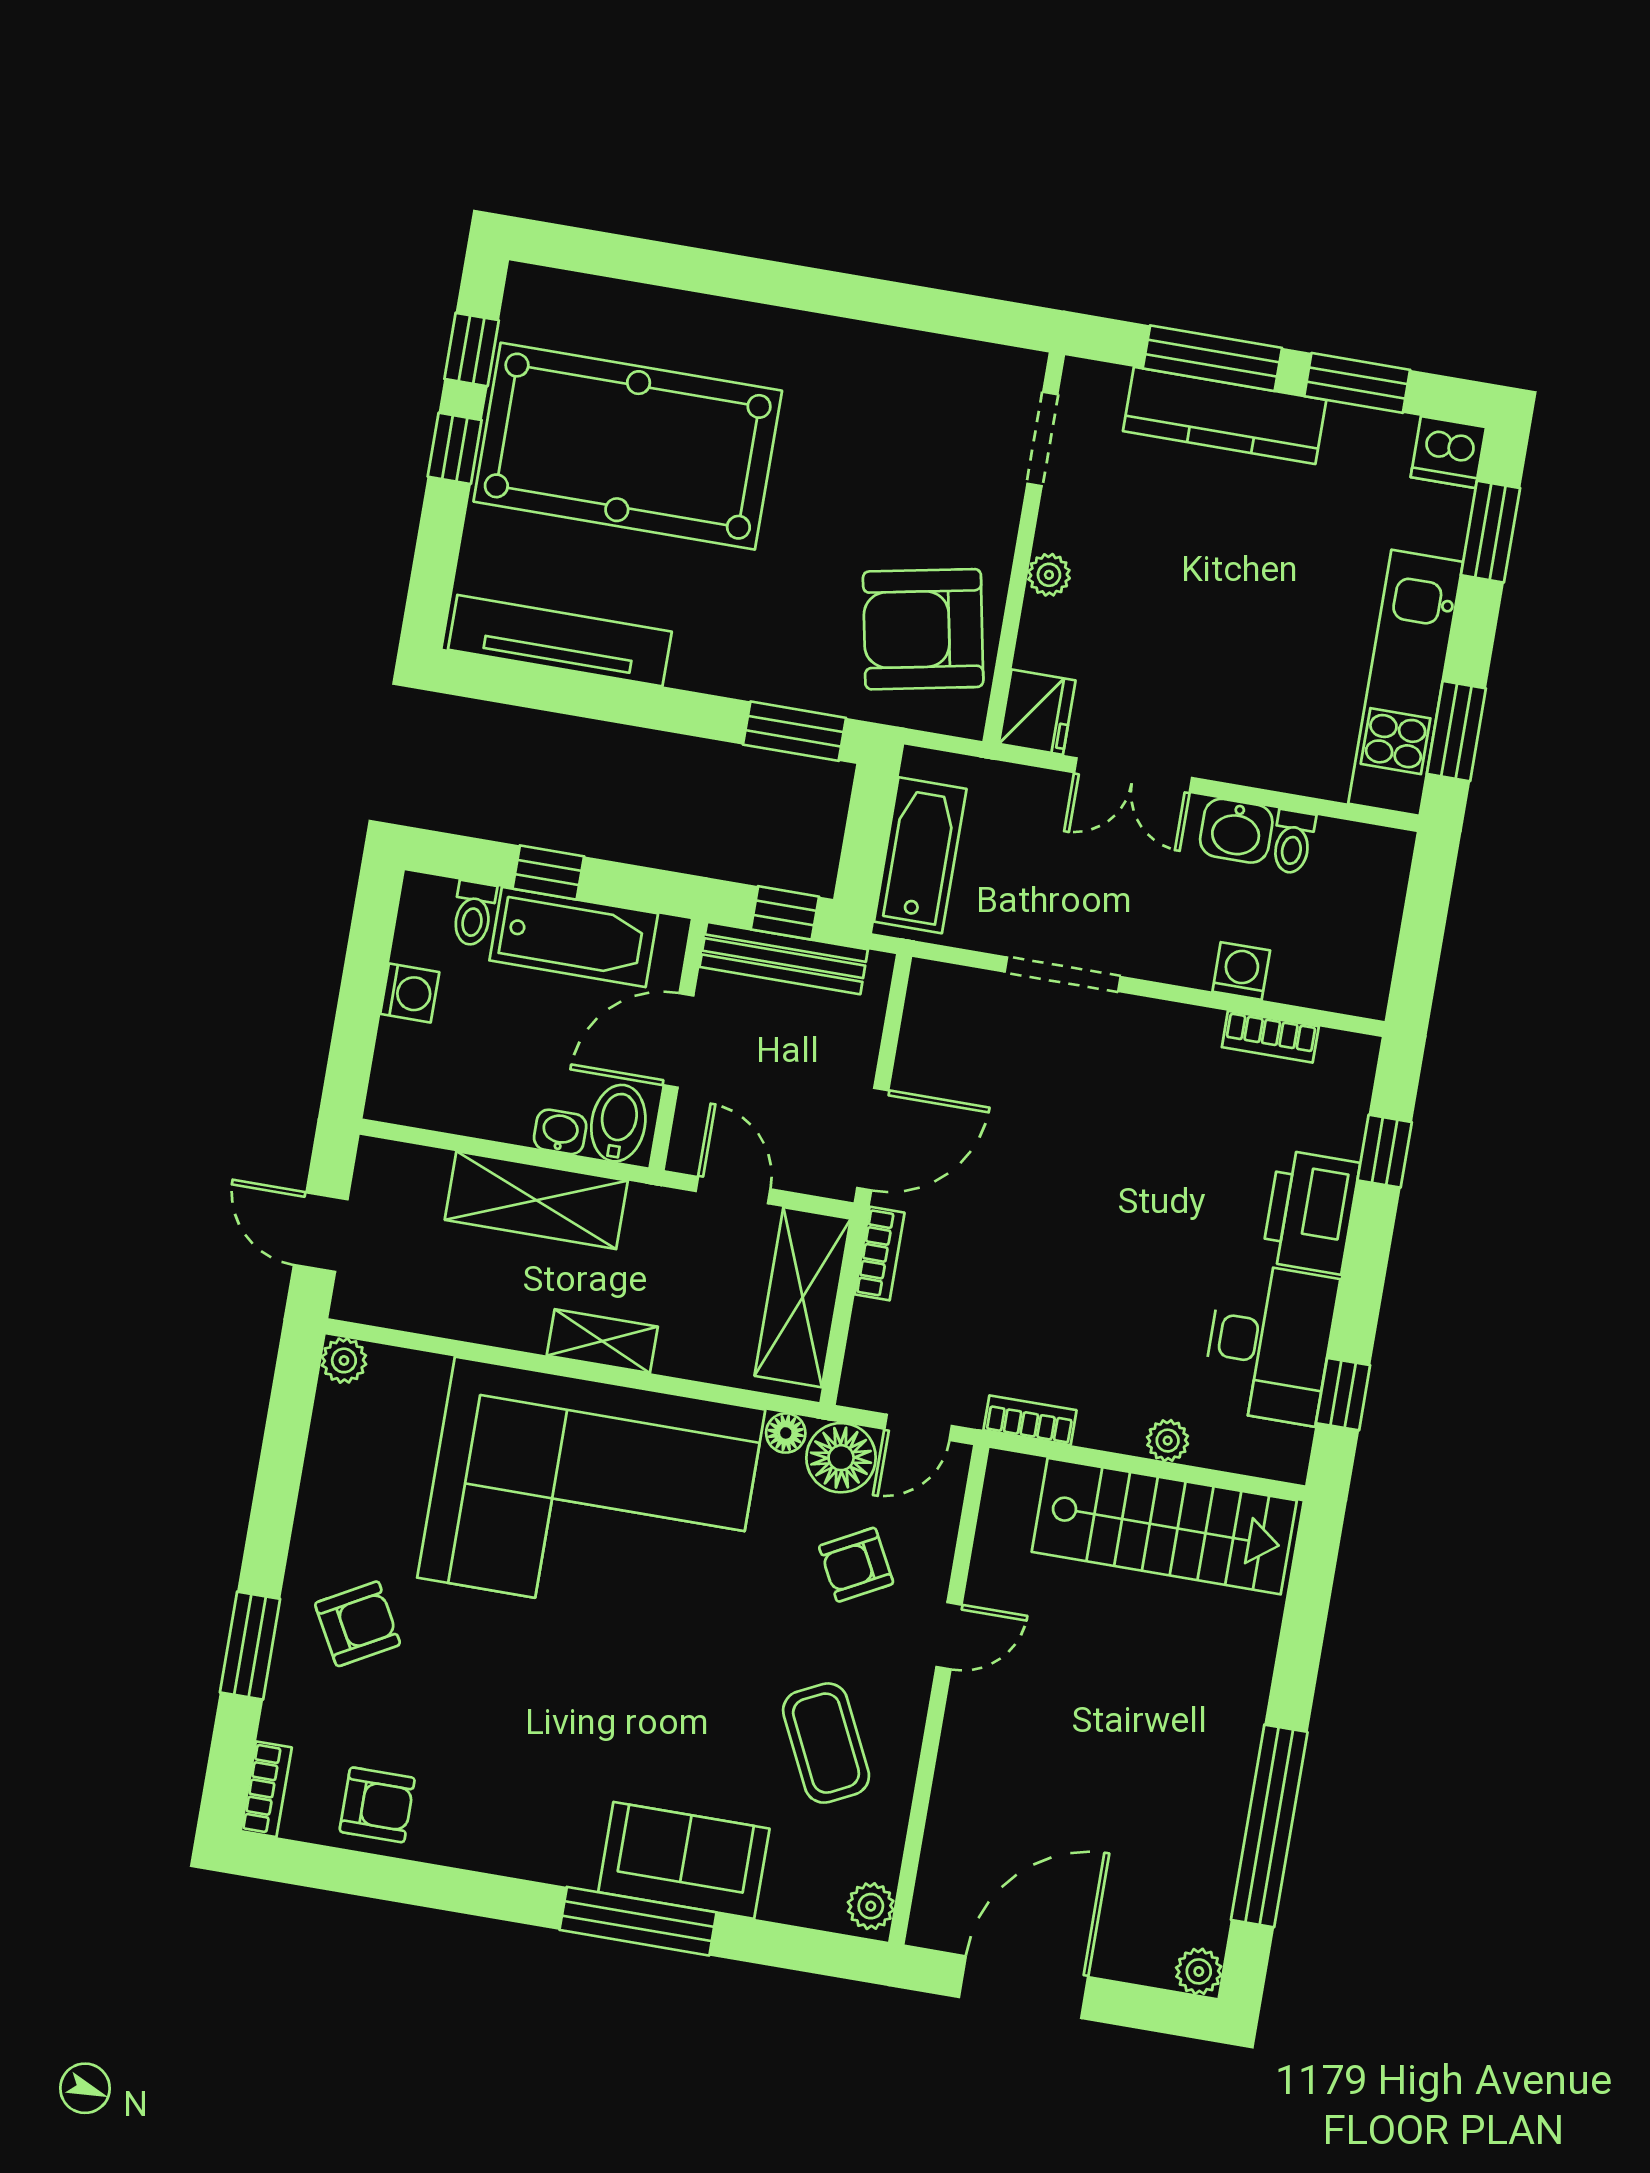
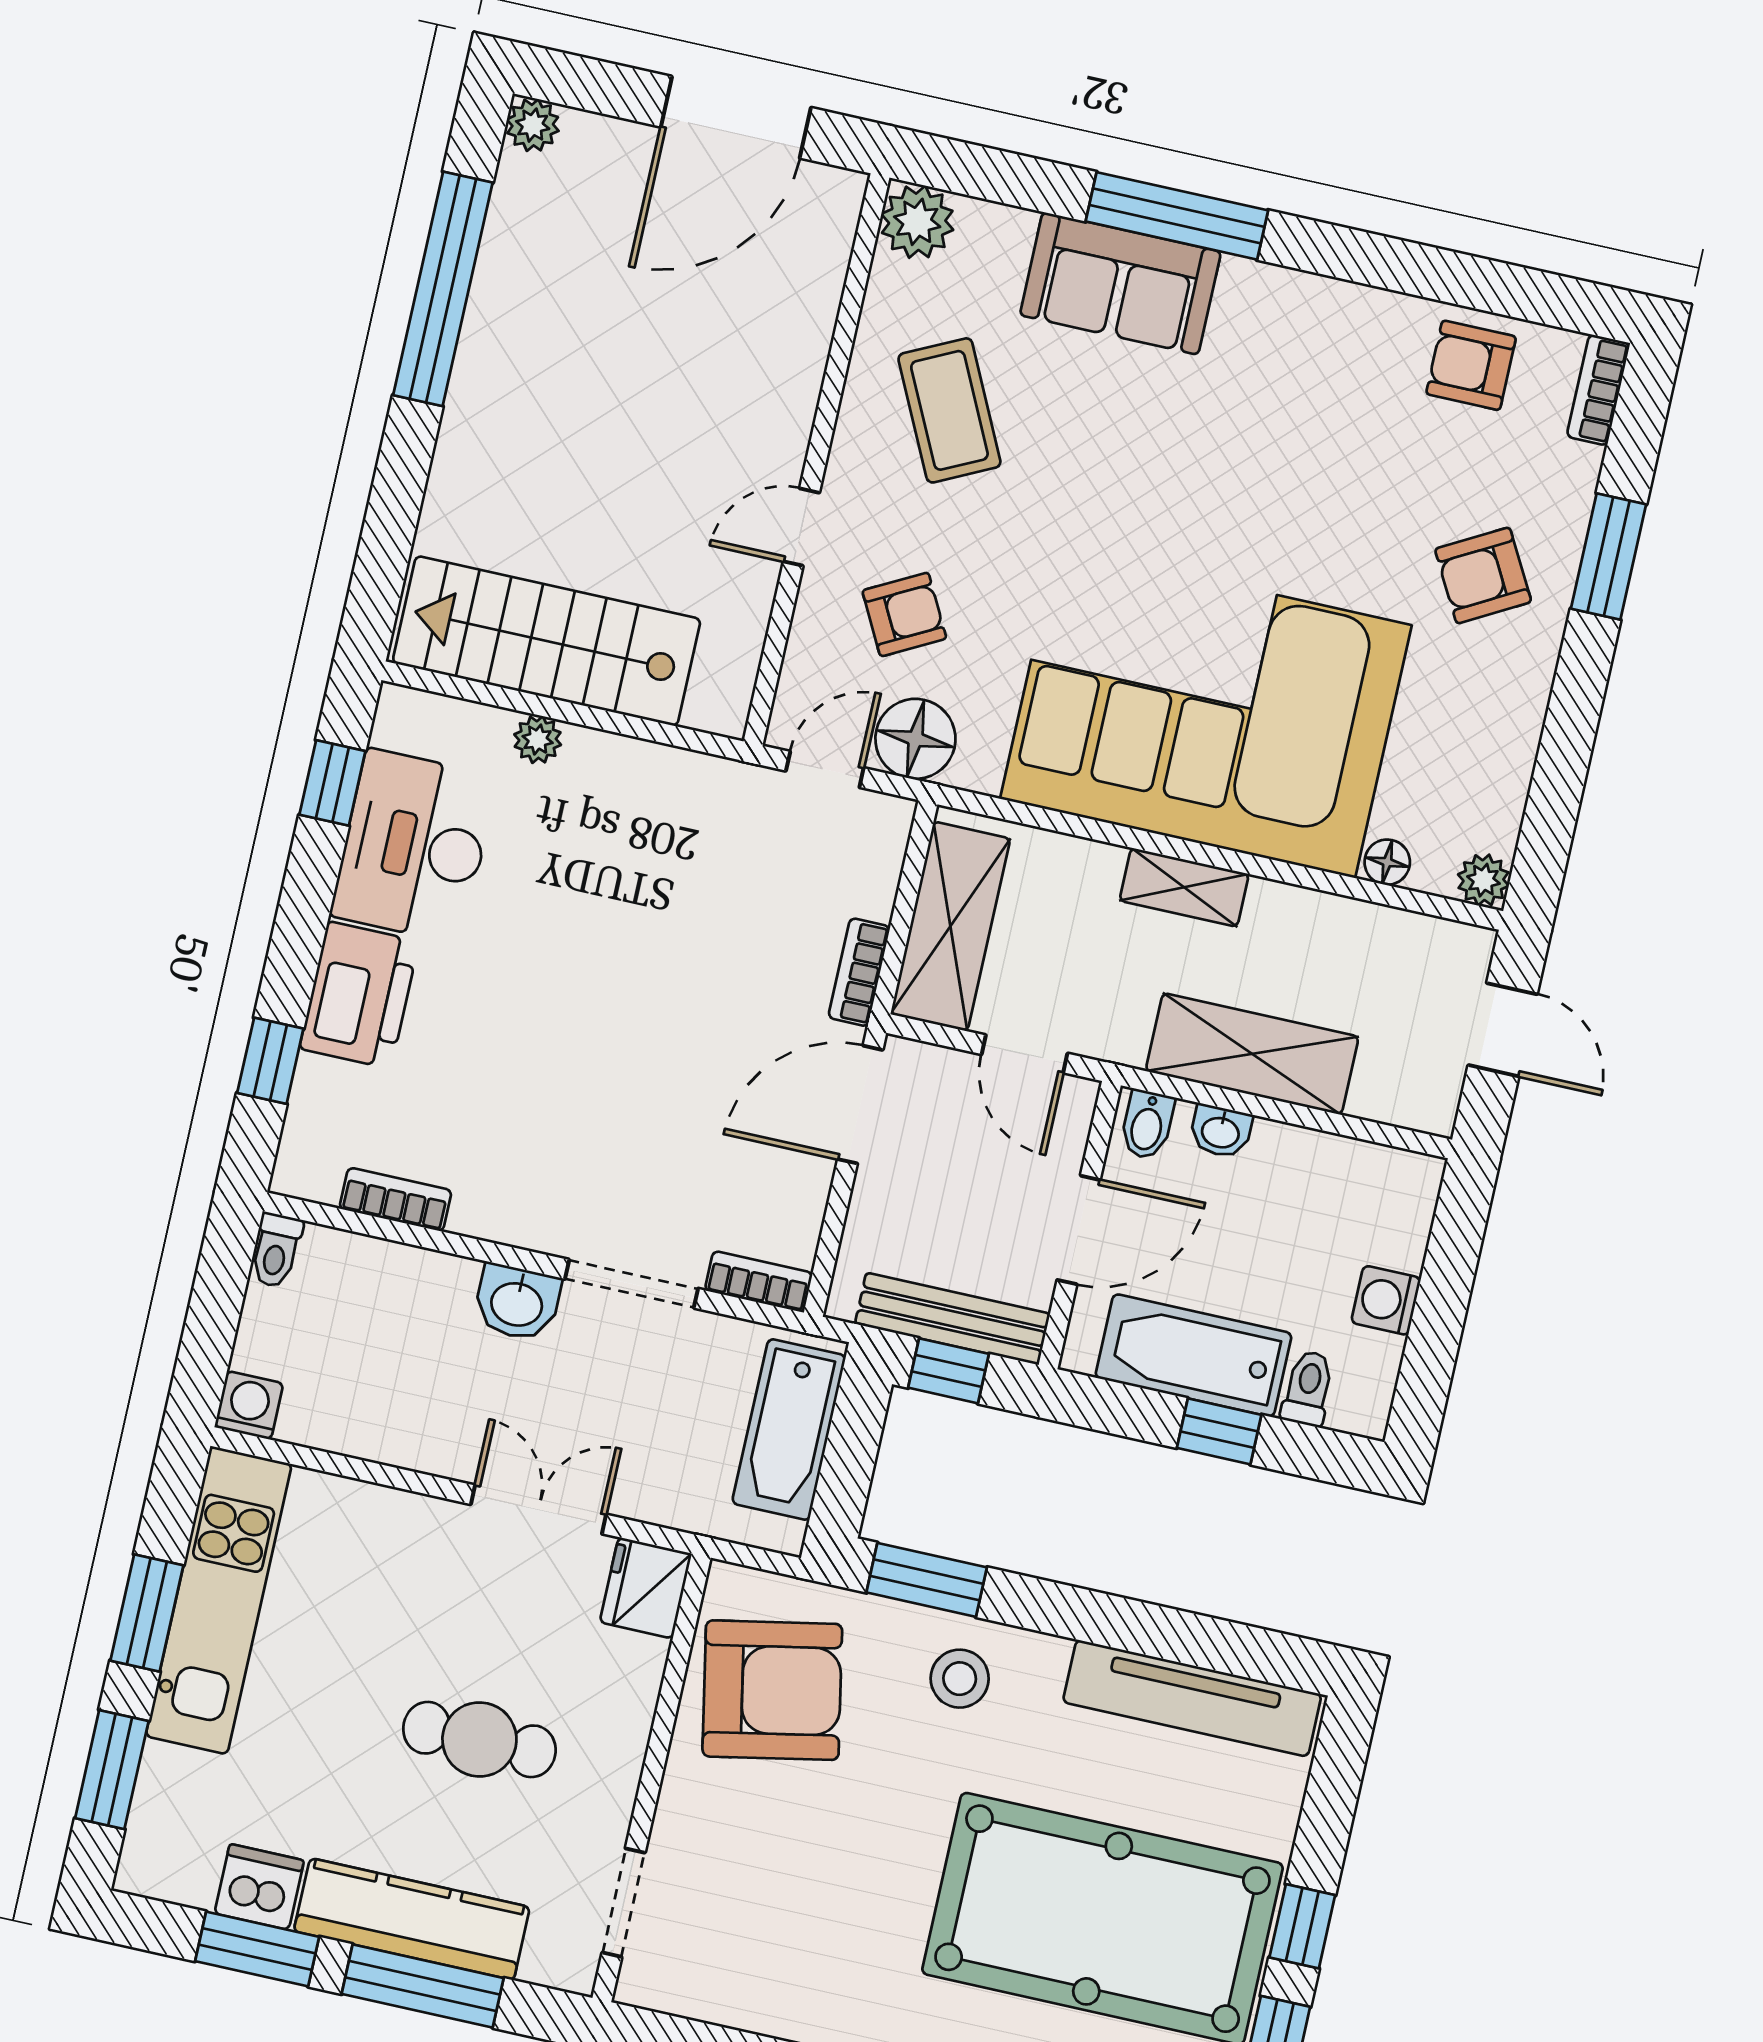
dishwasher: (1448, 452) -> (259, 1887), moved
cafe table: (1174, 574) -> (479, 1740), added
plant: (1049, 575) -> (624, 1746), removed
stool: (762, 647) -> (960, 1679), added
window: (1456, 731) -> (147, 1613), moved
washbasin: (1236, 831) -> (517, 1302), moved, turned 180
toilet: (1293, 842) -> (276, 1250), moved, turned 180
washing machine: (1241, 971) -> (249, 1405), moved, turned 180
bidet: (618, 1123) -> (1147, 1125), width x0.72, depth x0.74
bookcase: (1030, 1420) -> (759, 1282), moved, turned 180
floor lamp: (786, 1433) -> (1387, 862), moved
plant: (871, 1906) -> (917, 222), width x1.38, depth x1.38

